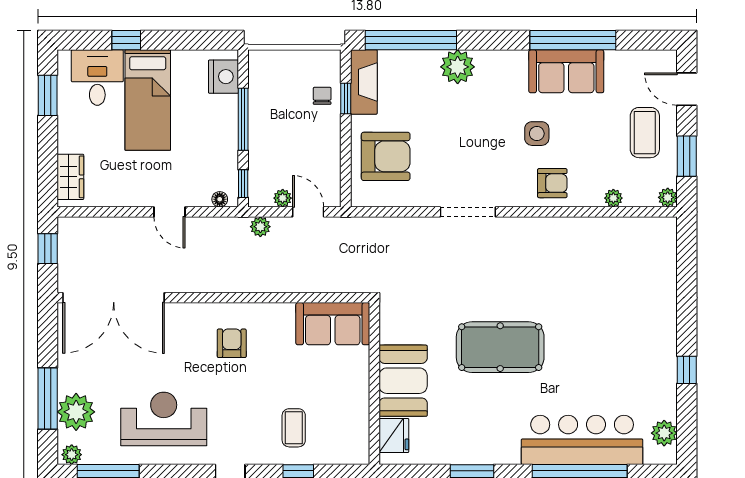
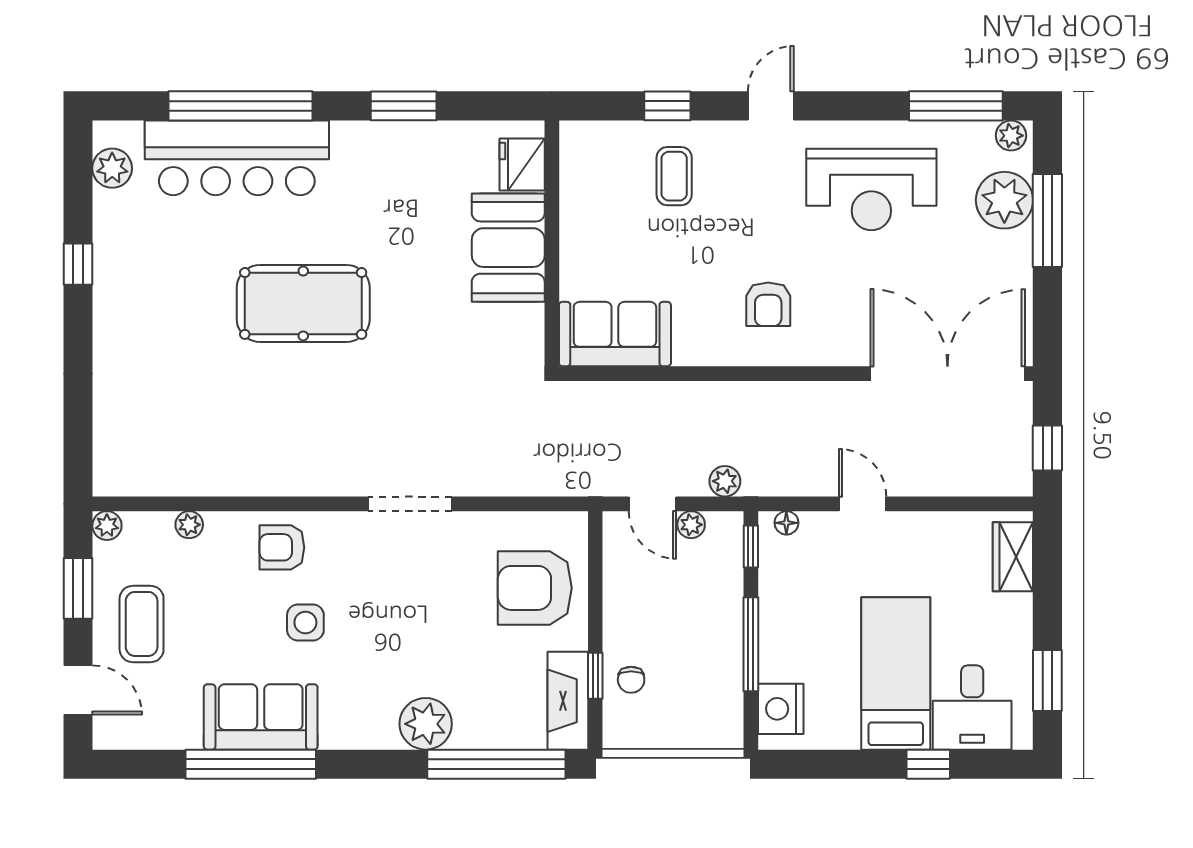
pool table: (500, 347) -> (303, 303), moved

